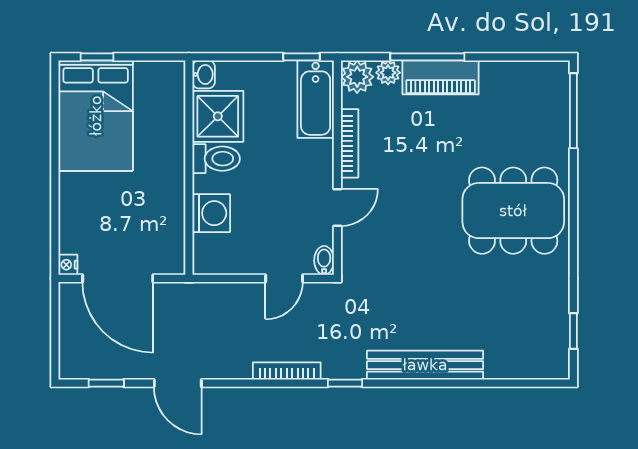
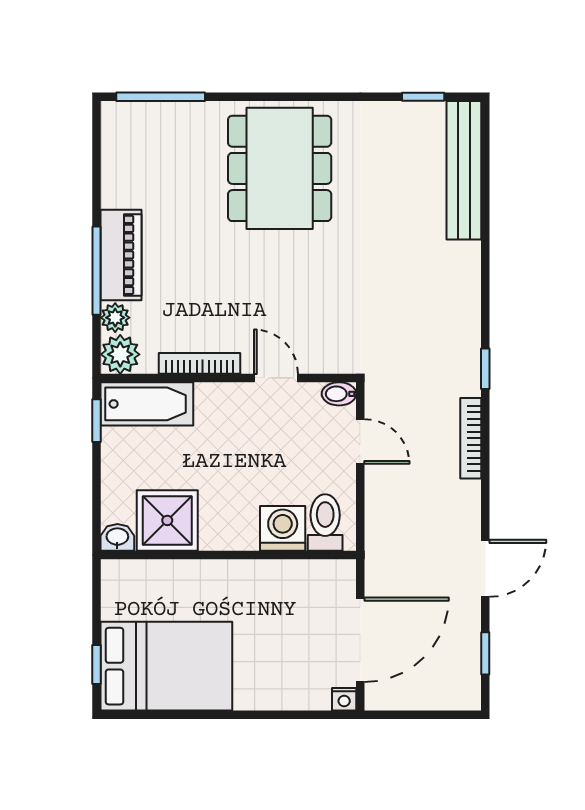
toilet: (216, 159) -> (325, 522), moved
bench: (425, 365) -> (464, 170), moved

